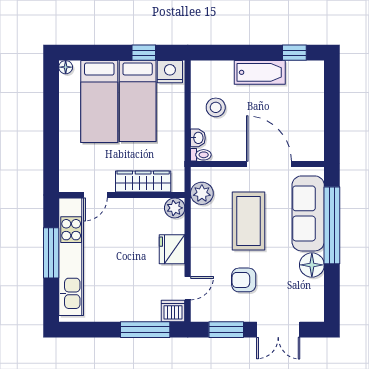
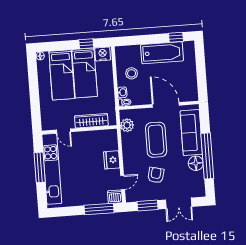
bathtub: (260, 72) -> (162, 53), width x1.36, depth x1.36
door: (95, 195) -> (64, 131), hinge flipped
plant: (175, 208) -> (111, 135), removed
window: (332, 225) -> (207, 156), moved
armchair: (244, 280) -> (156, 175), turned 103

